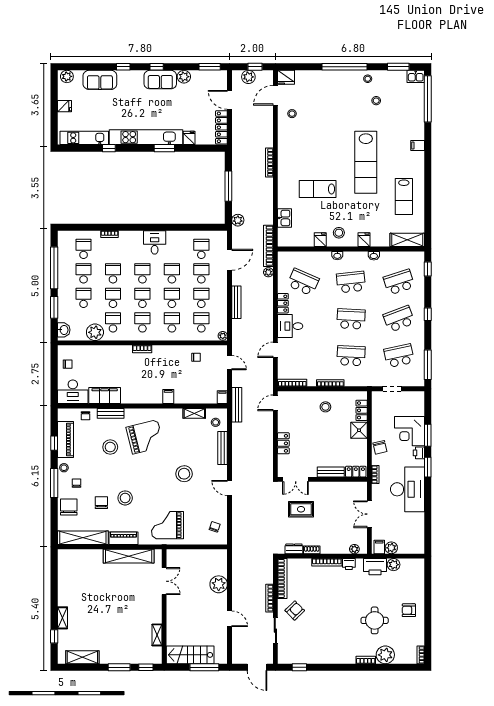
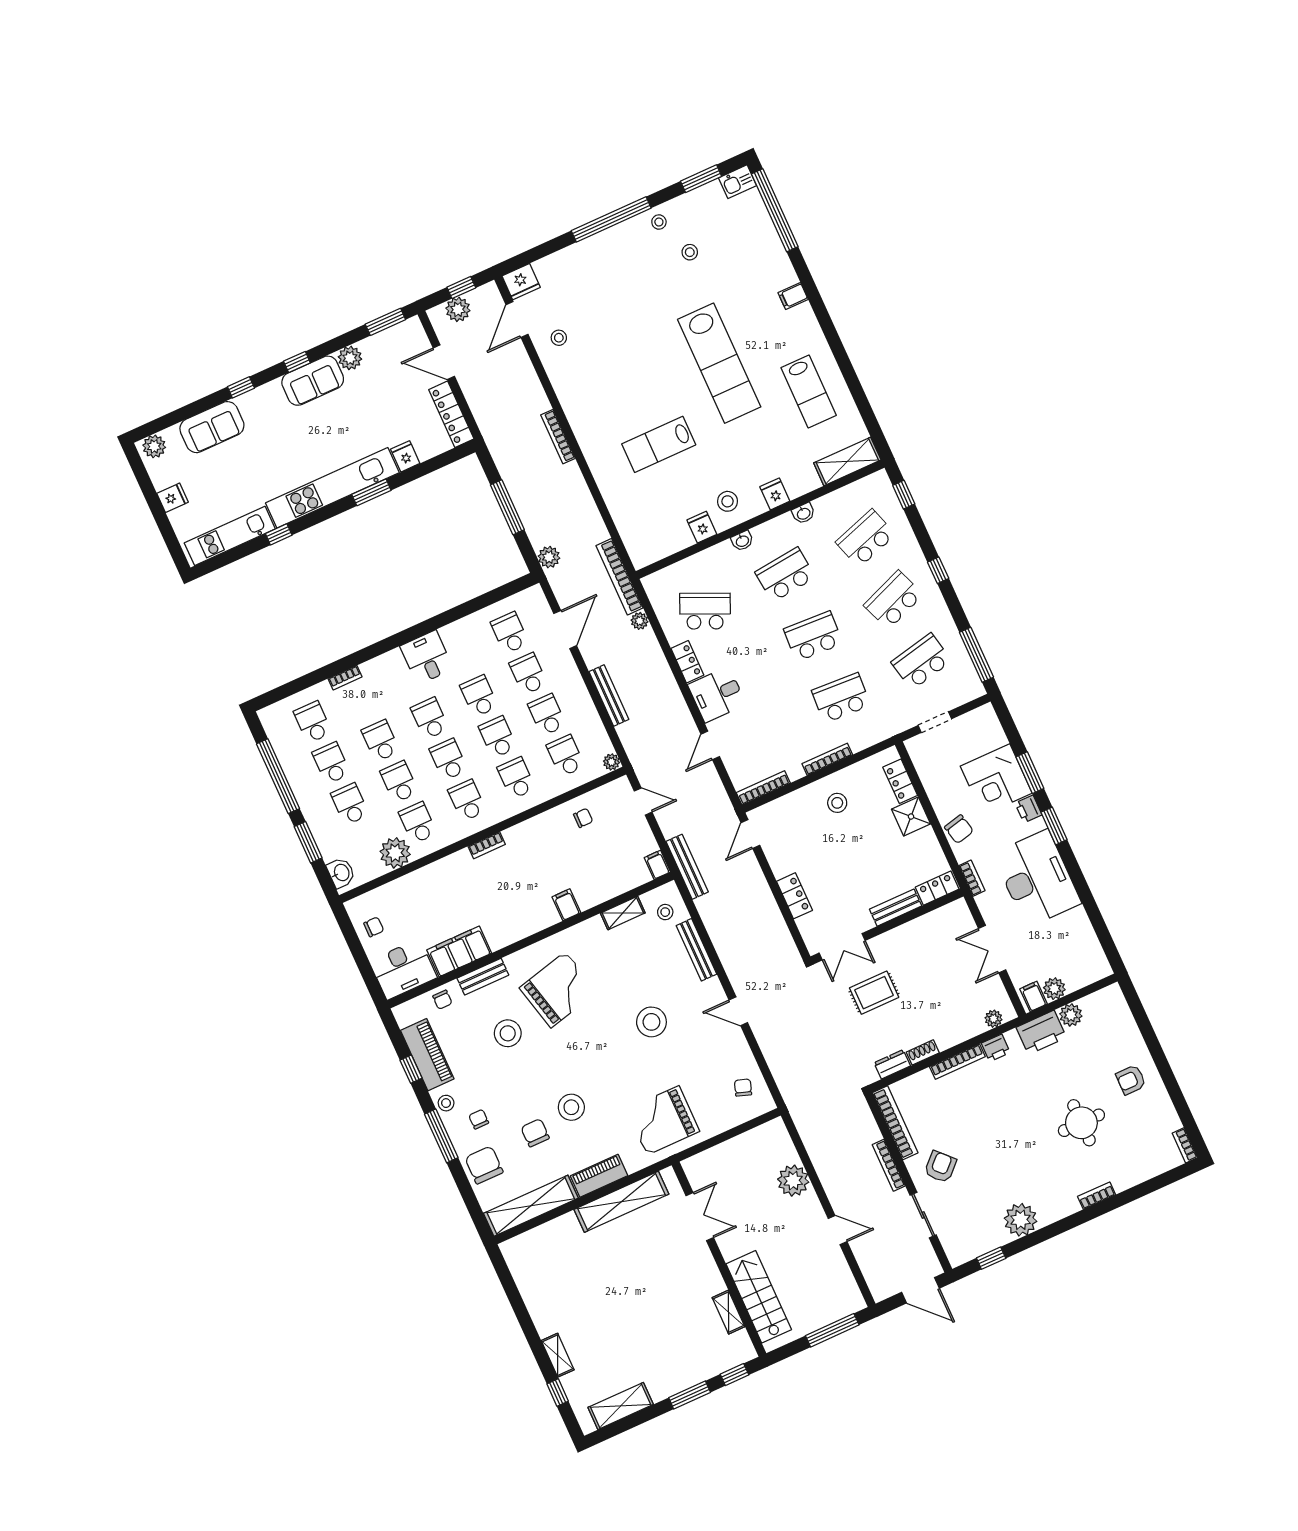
kitchen sink: (284, 218) -> (625, 518), removed
stairs: (190, 655) -> (759, 1297), moved, turned 90
plant: (385, 655) -> (1021, 1220), moved

